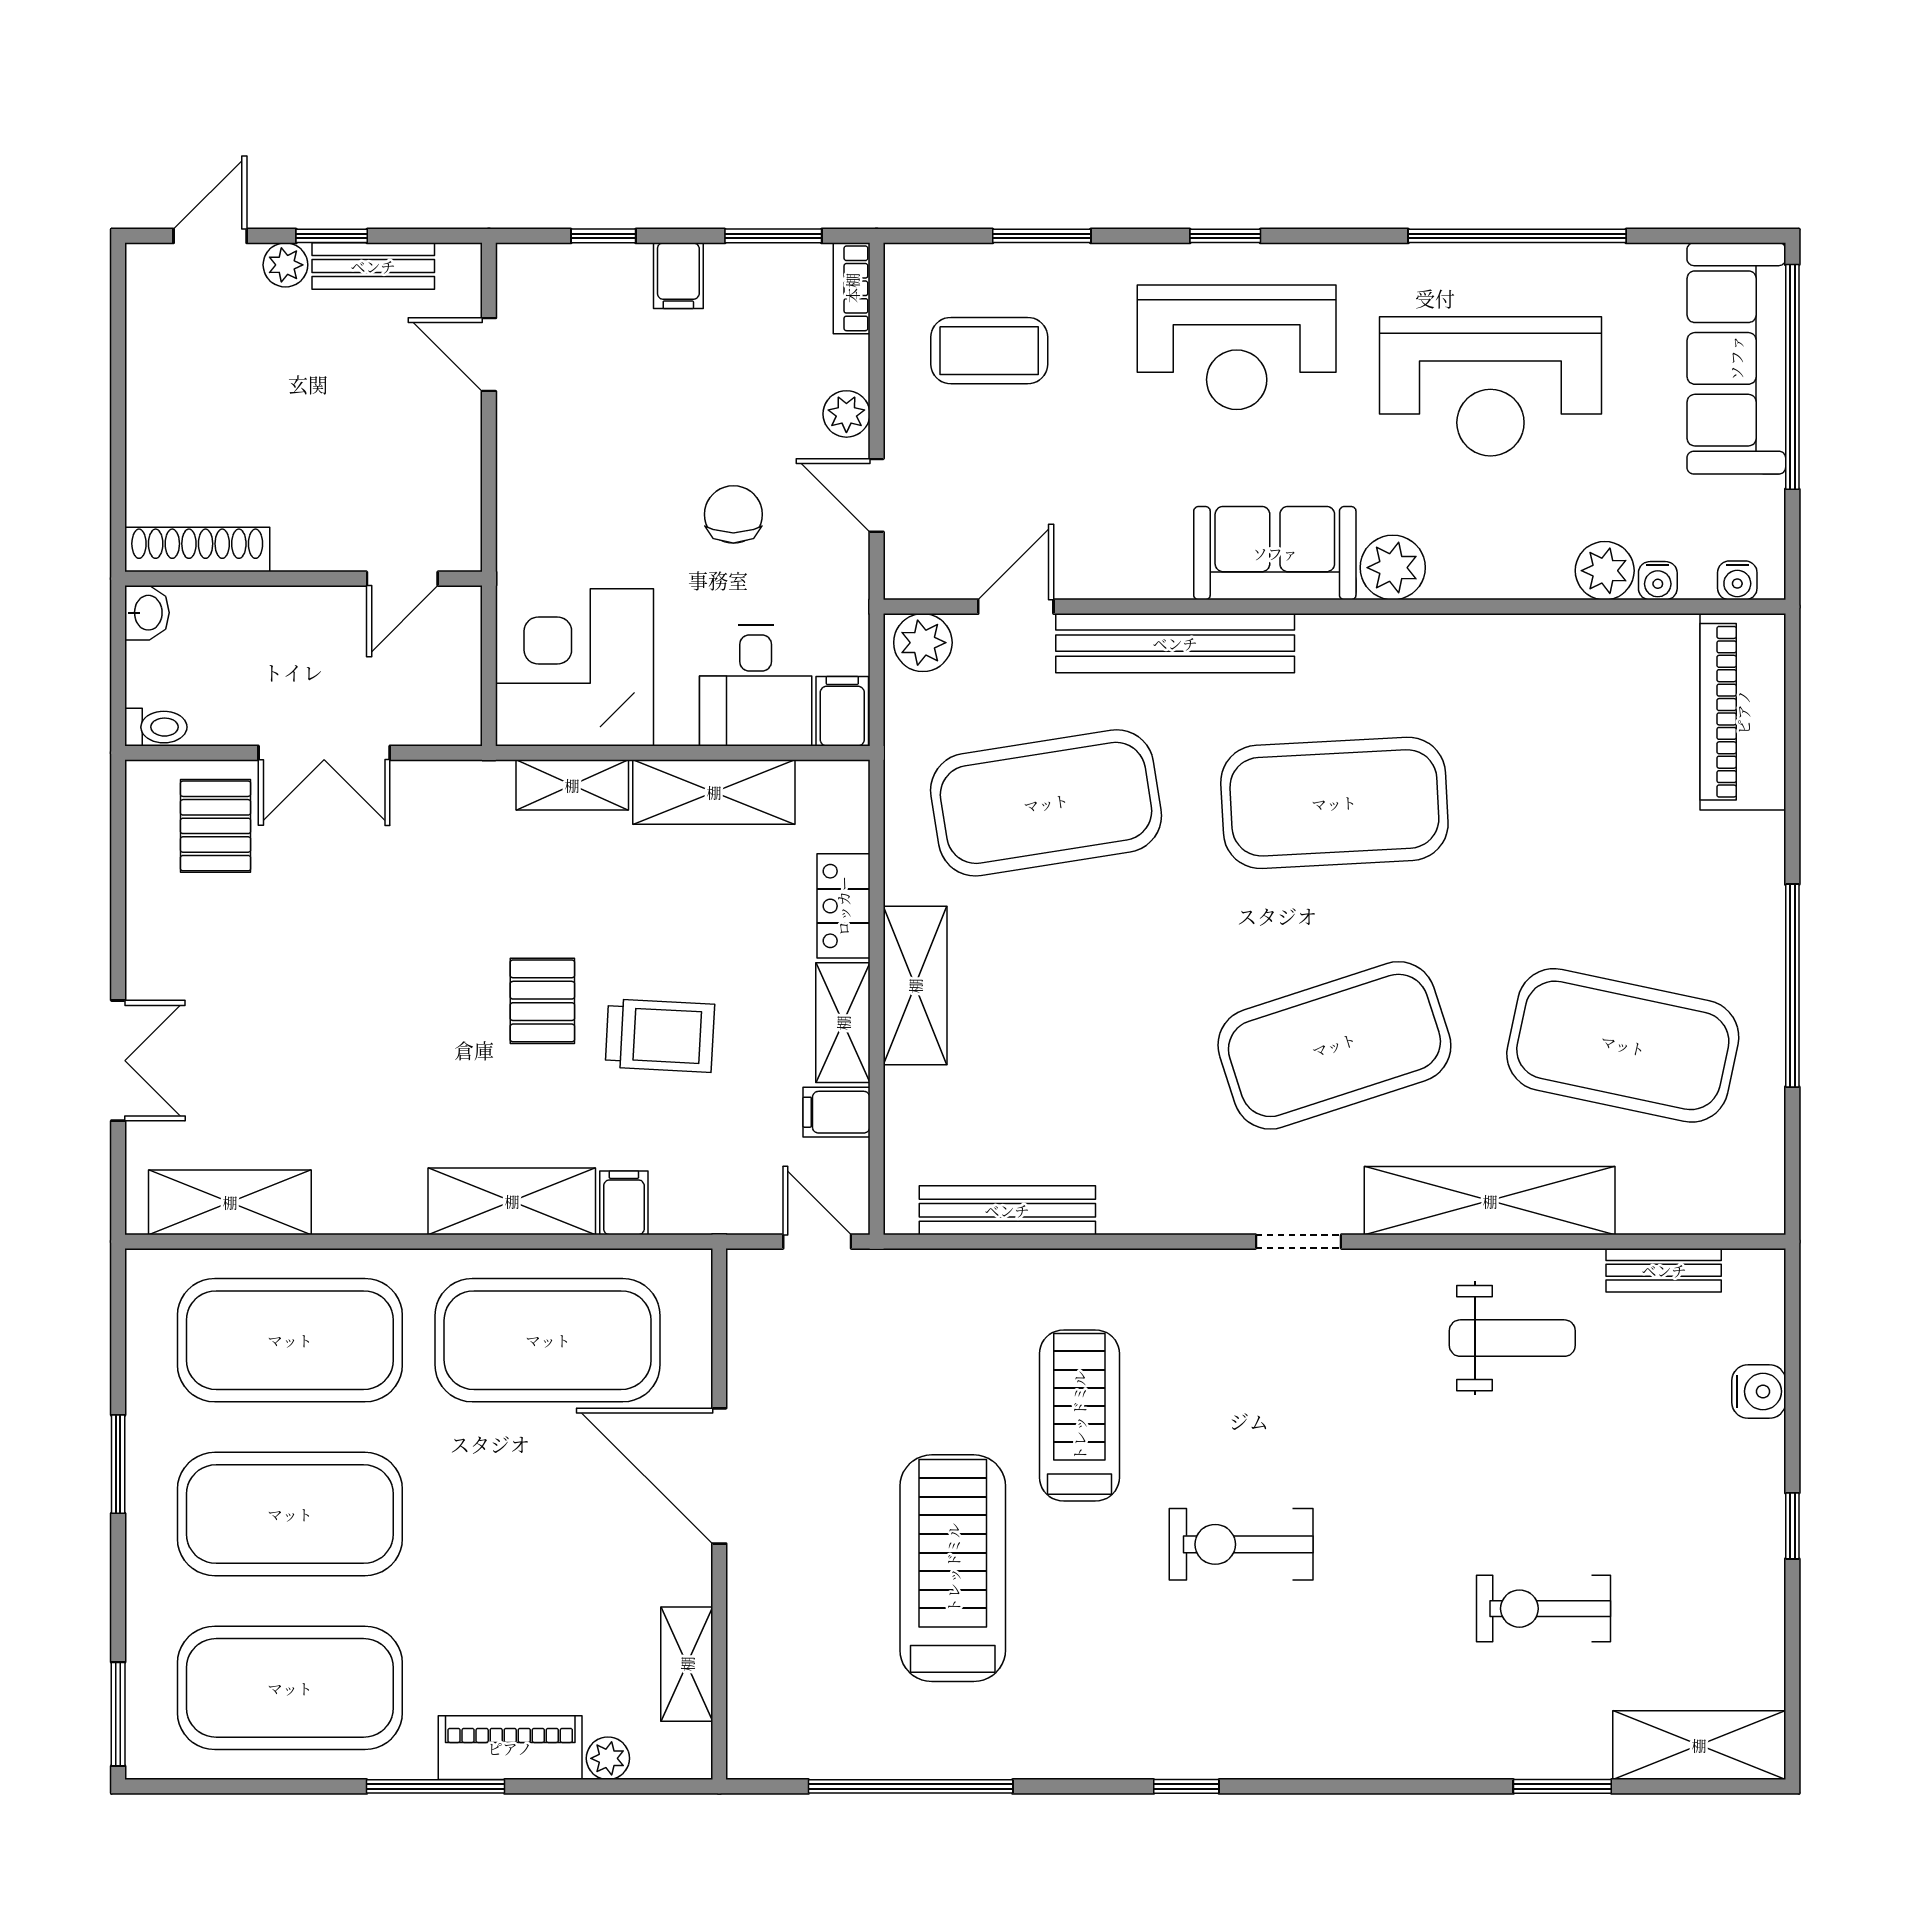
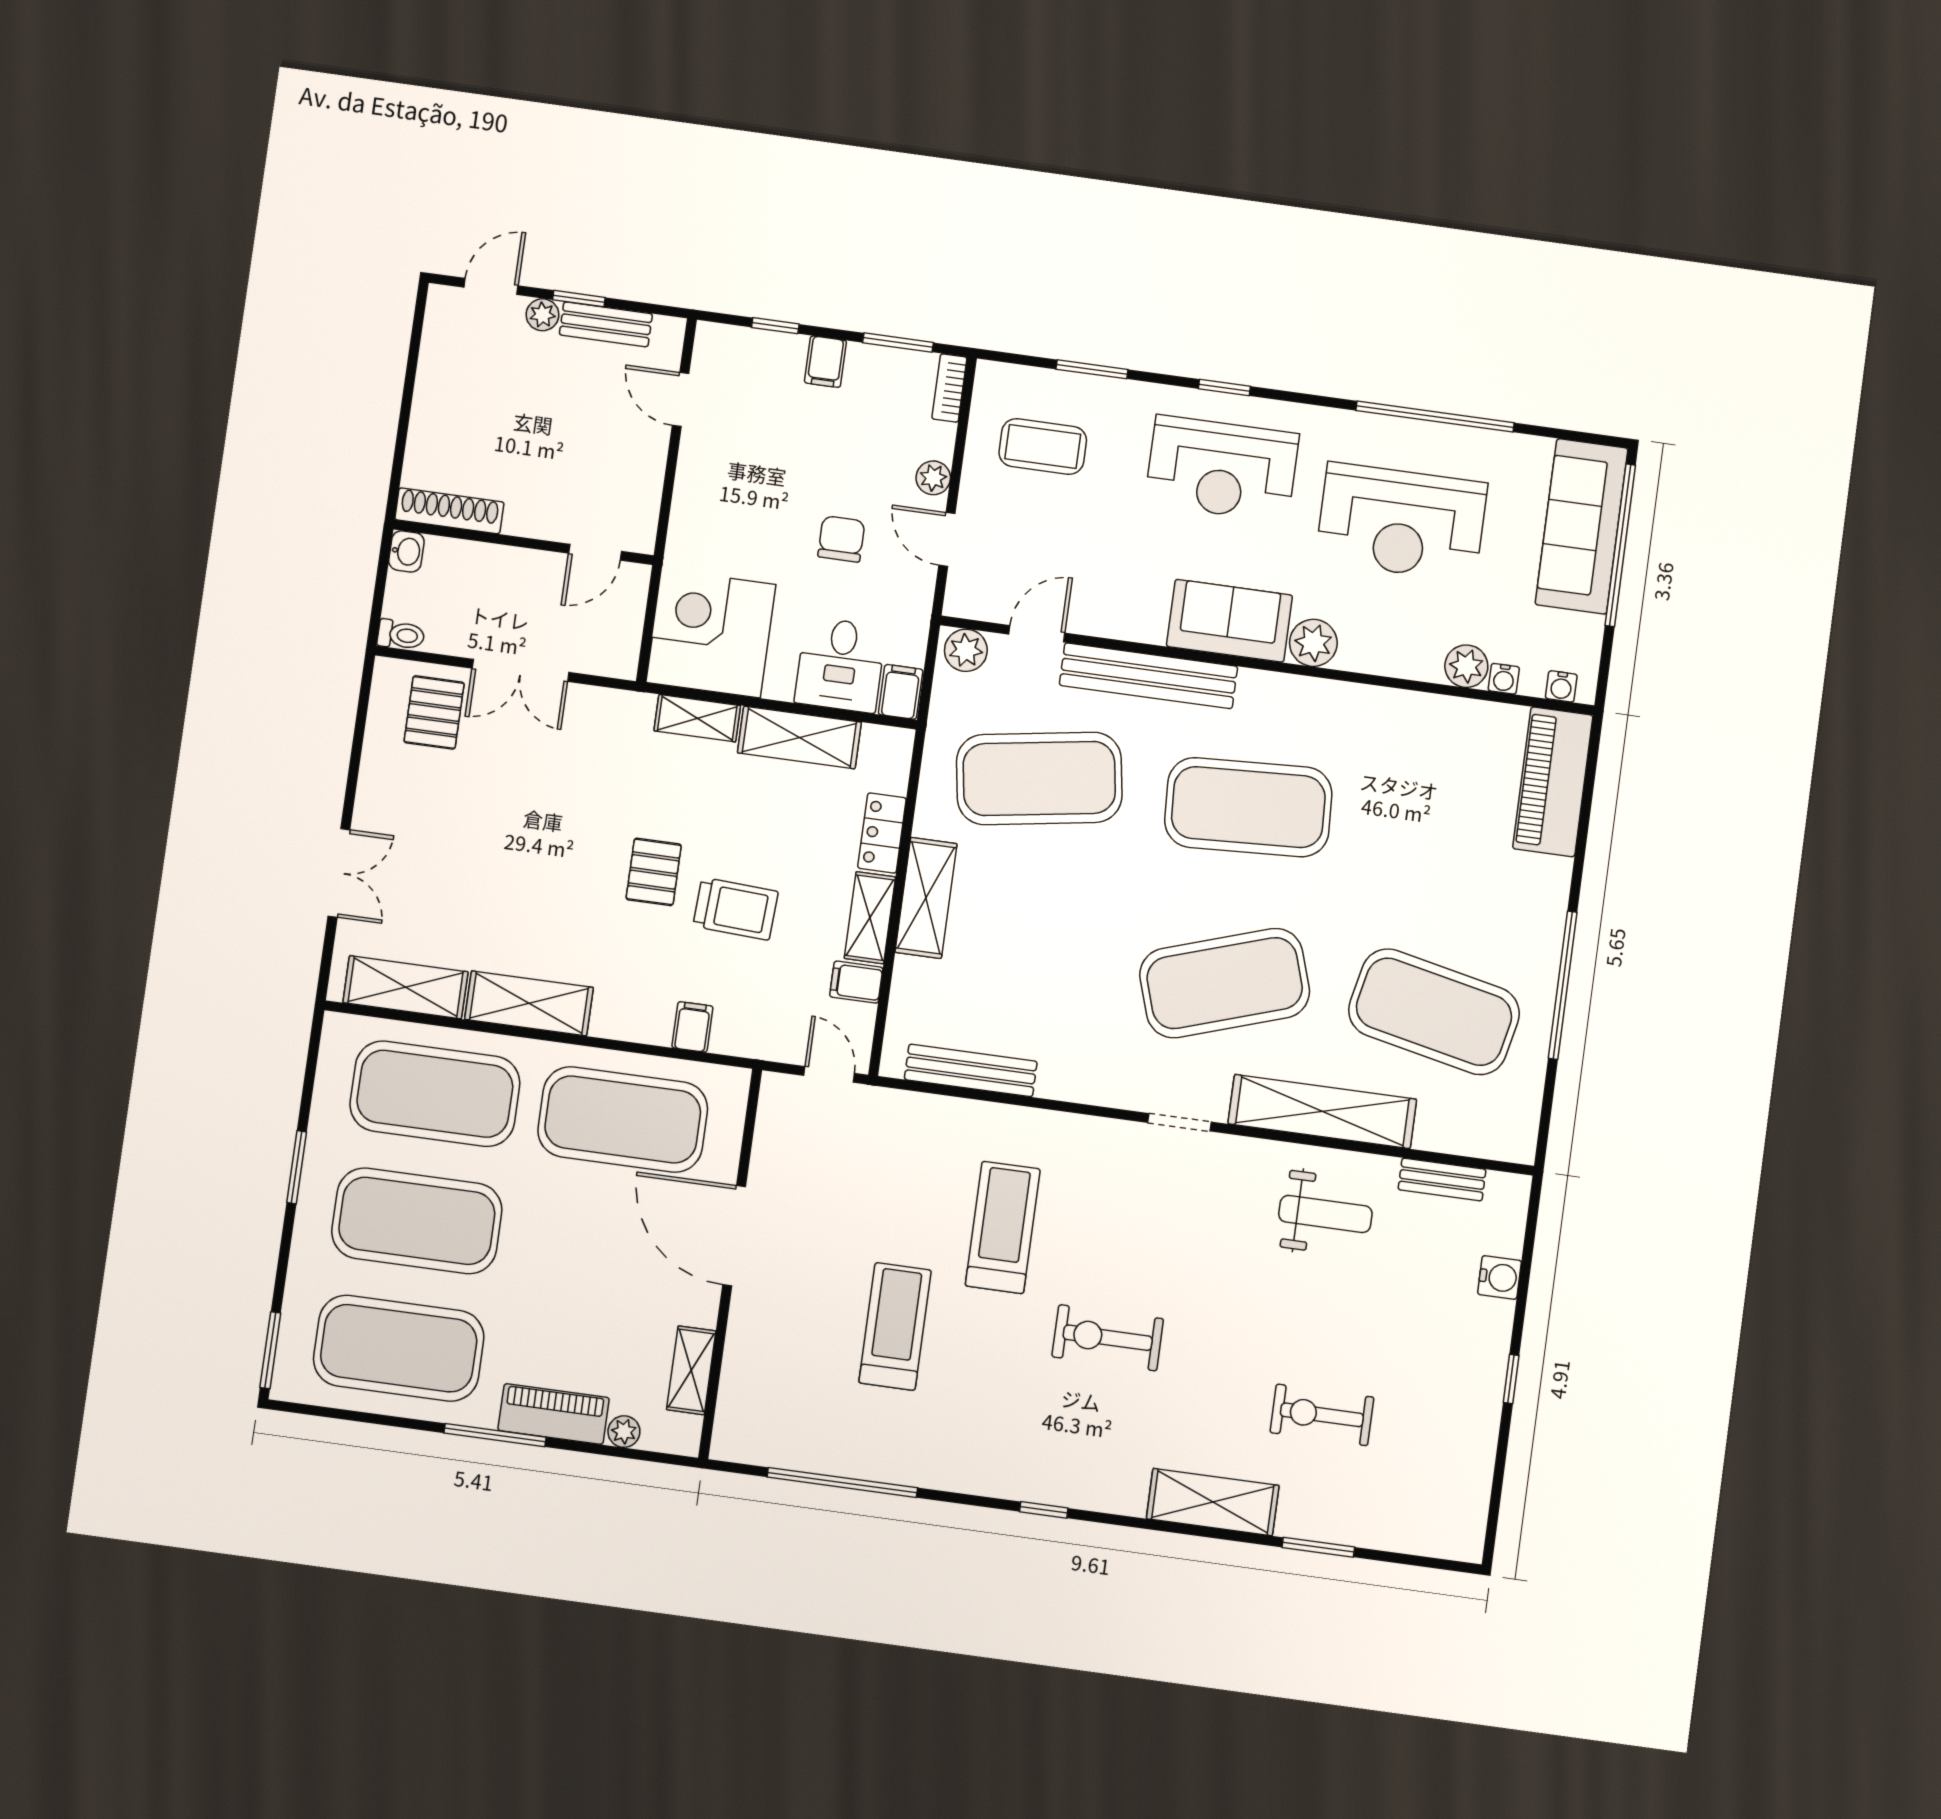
shelving: (512, 1201) -> (529, 1003), moved
treadmill: (953, 1568) -> (895, 1326), width x0.73, depth x0.73
shelving: (1699, 1745) -> (1213, 1502), moved

